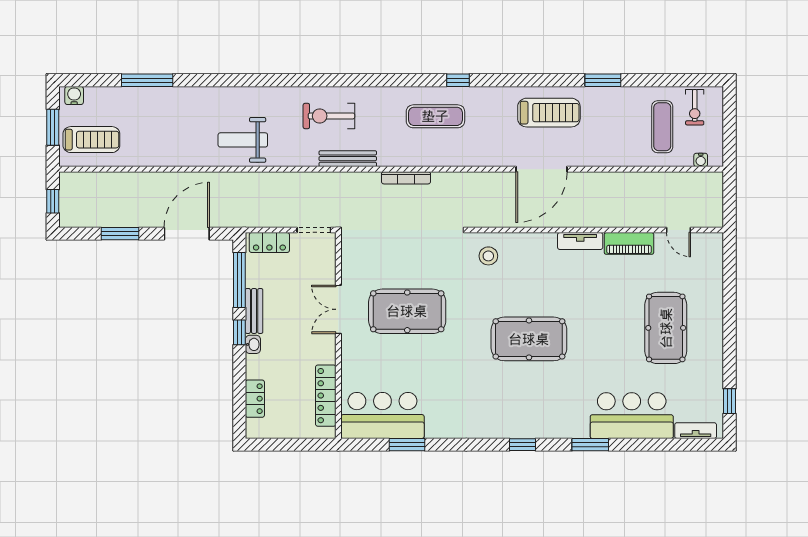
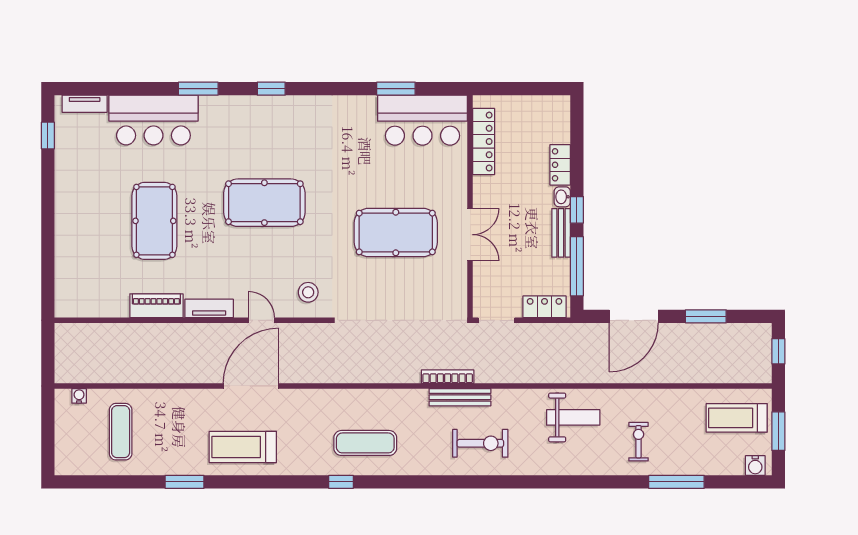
exercise bike: (695, 107) -> (639, 442), moved
bookcase: (406, 178) -> (448, 377), moved
door: (679, 230) -> (261, 320), moved
pool table: (666, 328) -> (154, 221), moved
locker: (255, 399) -> (560, 165), moved

